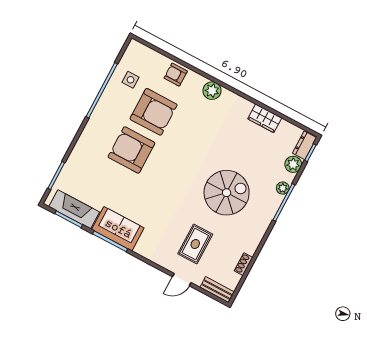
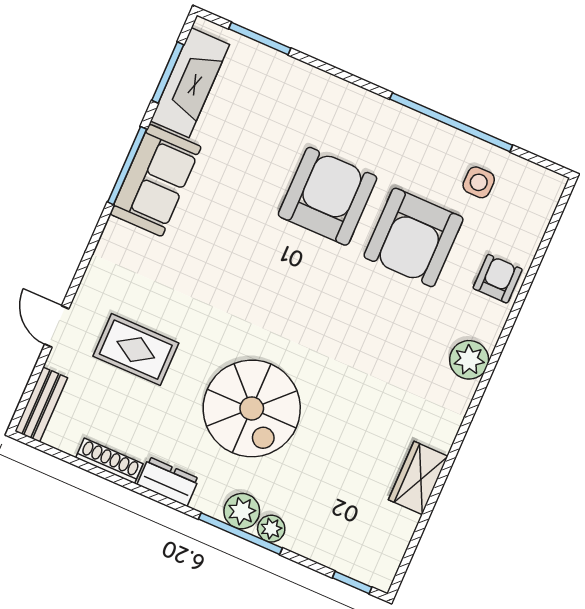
dresser: (305, 145) -> (168, 482), moved
plant: (293, 164) -> (242, 511), moved
shoe rack: (243, 264) -> (109, 461), width x1.43

